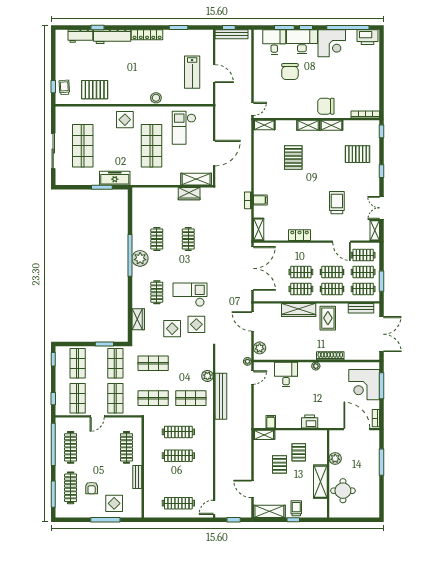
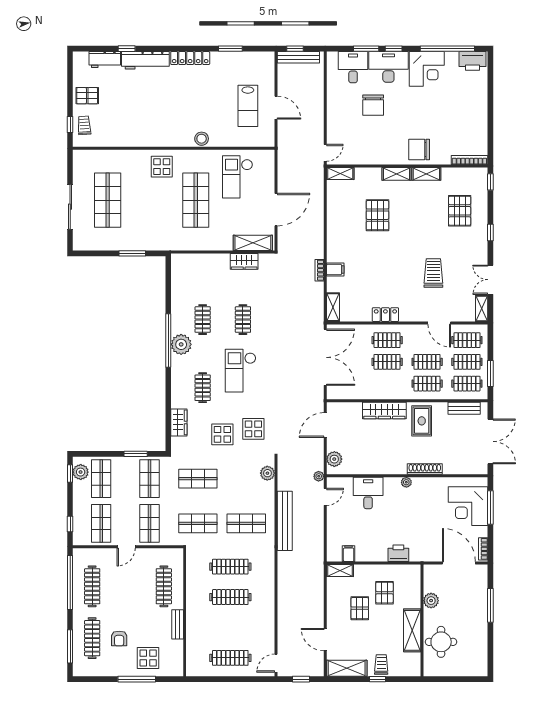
pallet: (95, 90) -> (87, 96), moved, width x0.67, depth x0.71
pallet: (357, 154) -> (460, 211), turned 90
freezer: (115, 178) -> (149, 242), removed
clothes rail: (301, 289) -> (387, 340), moved
checkout: (190, 295) -> (241, 371), moved, turned -90
door: (252, 321) -> (325, 425), hinge flipped
plant: (61, 358) -> (81, 472), added
plant: (207, 376) -> (267, 473), moved

